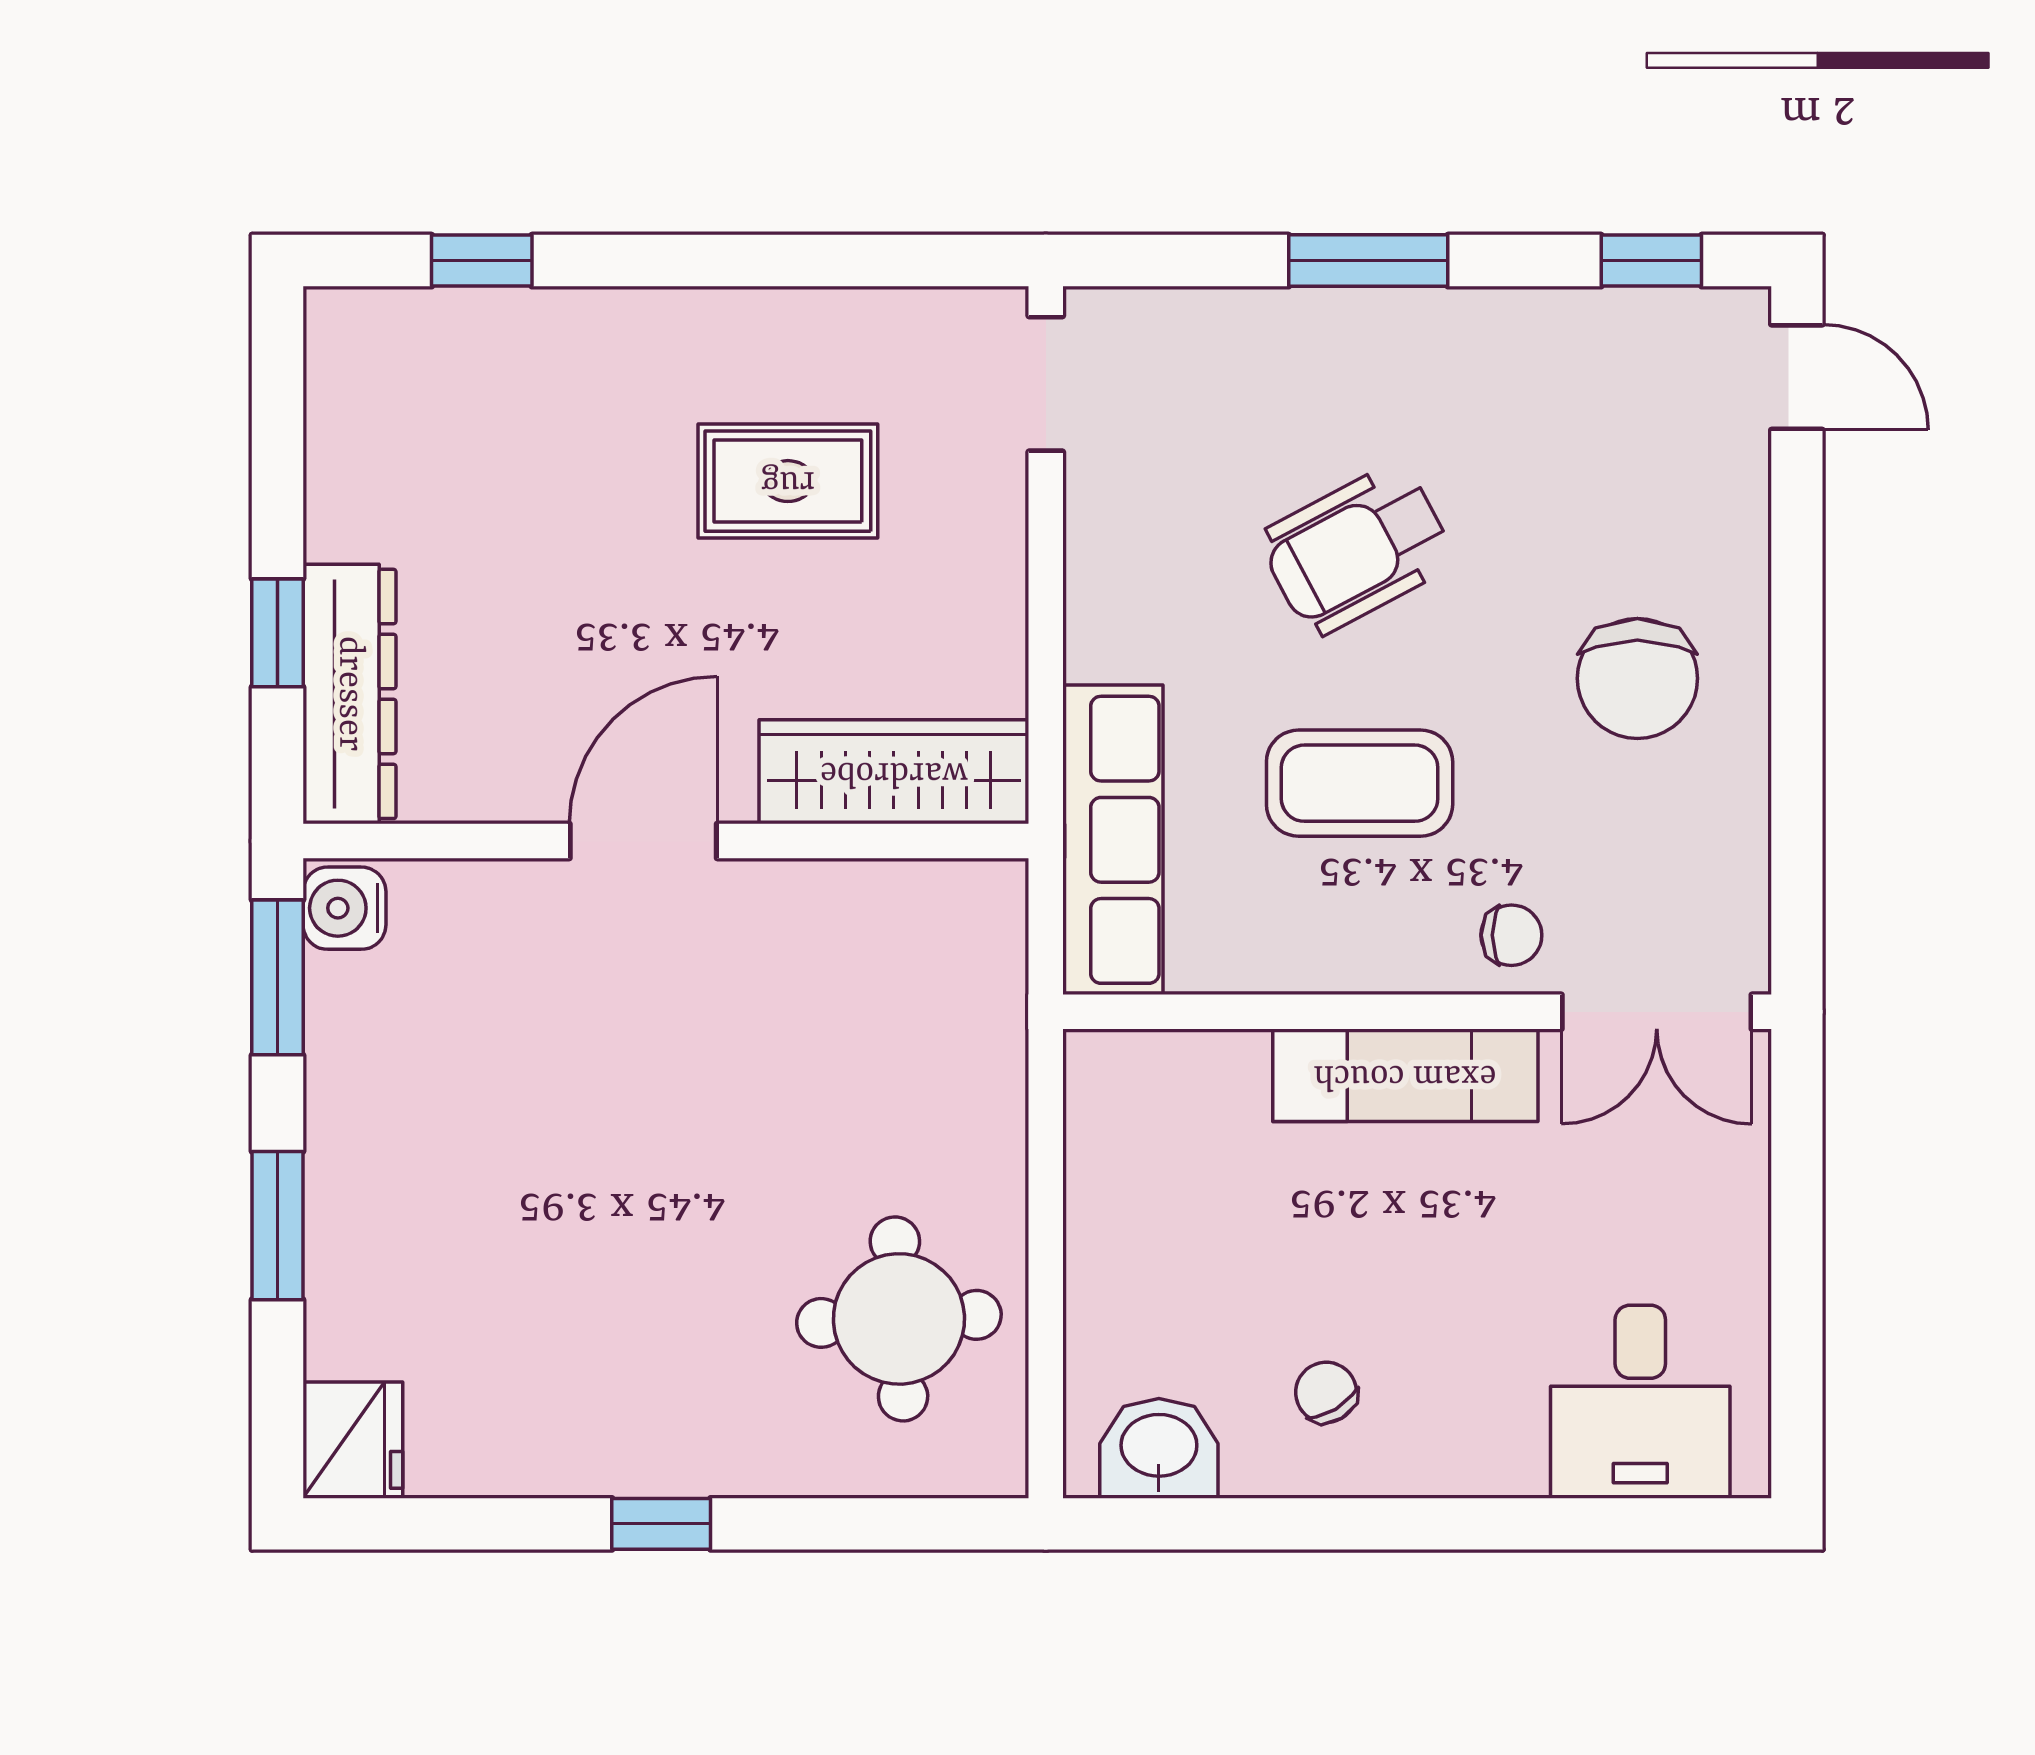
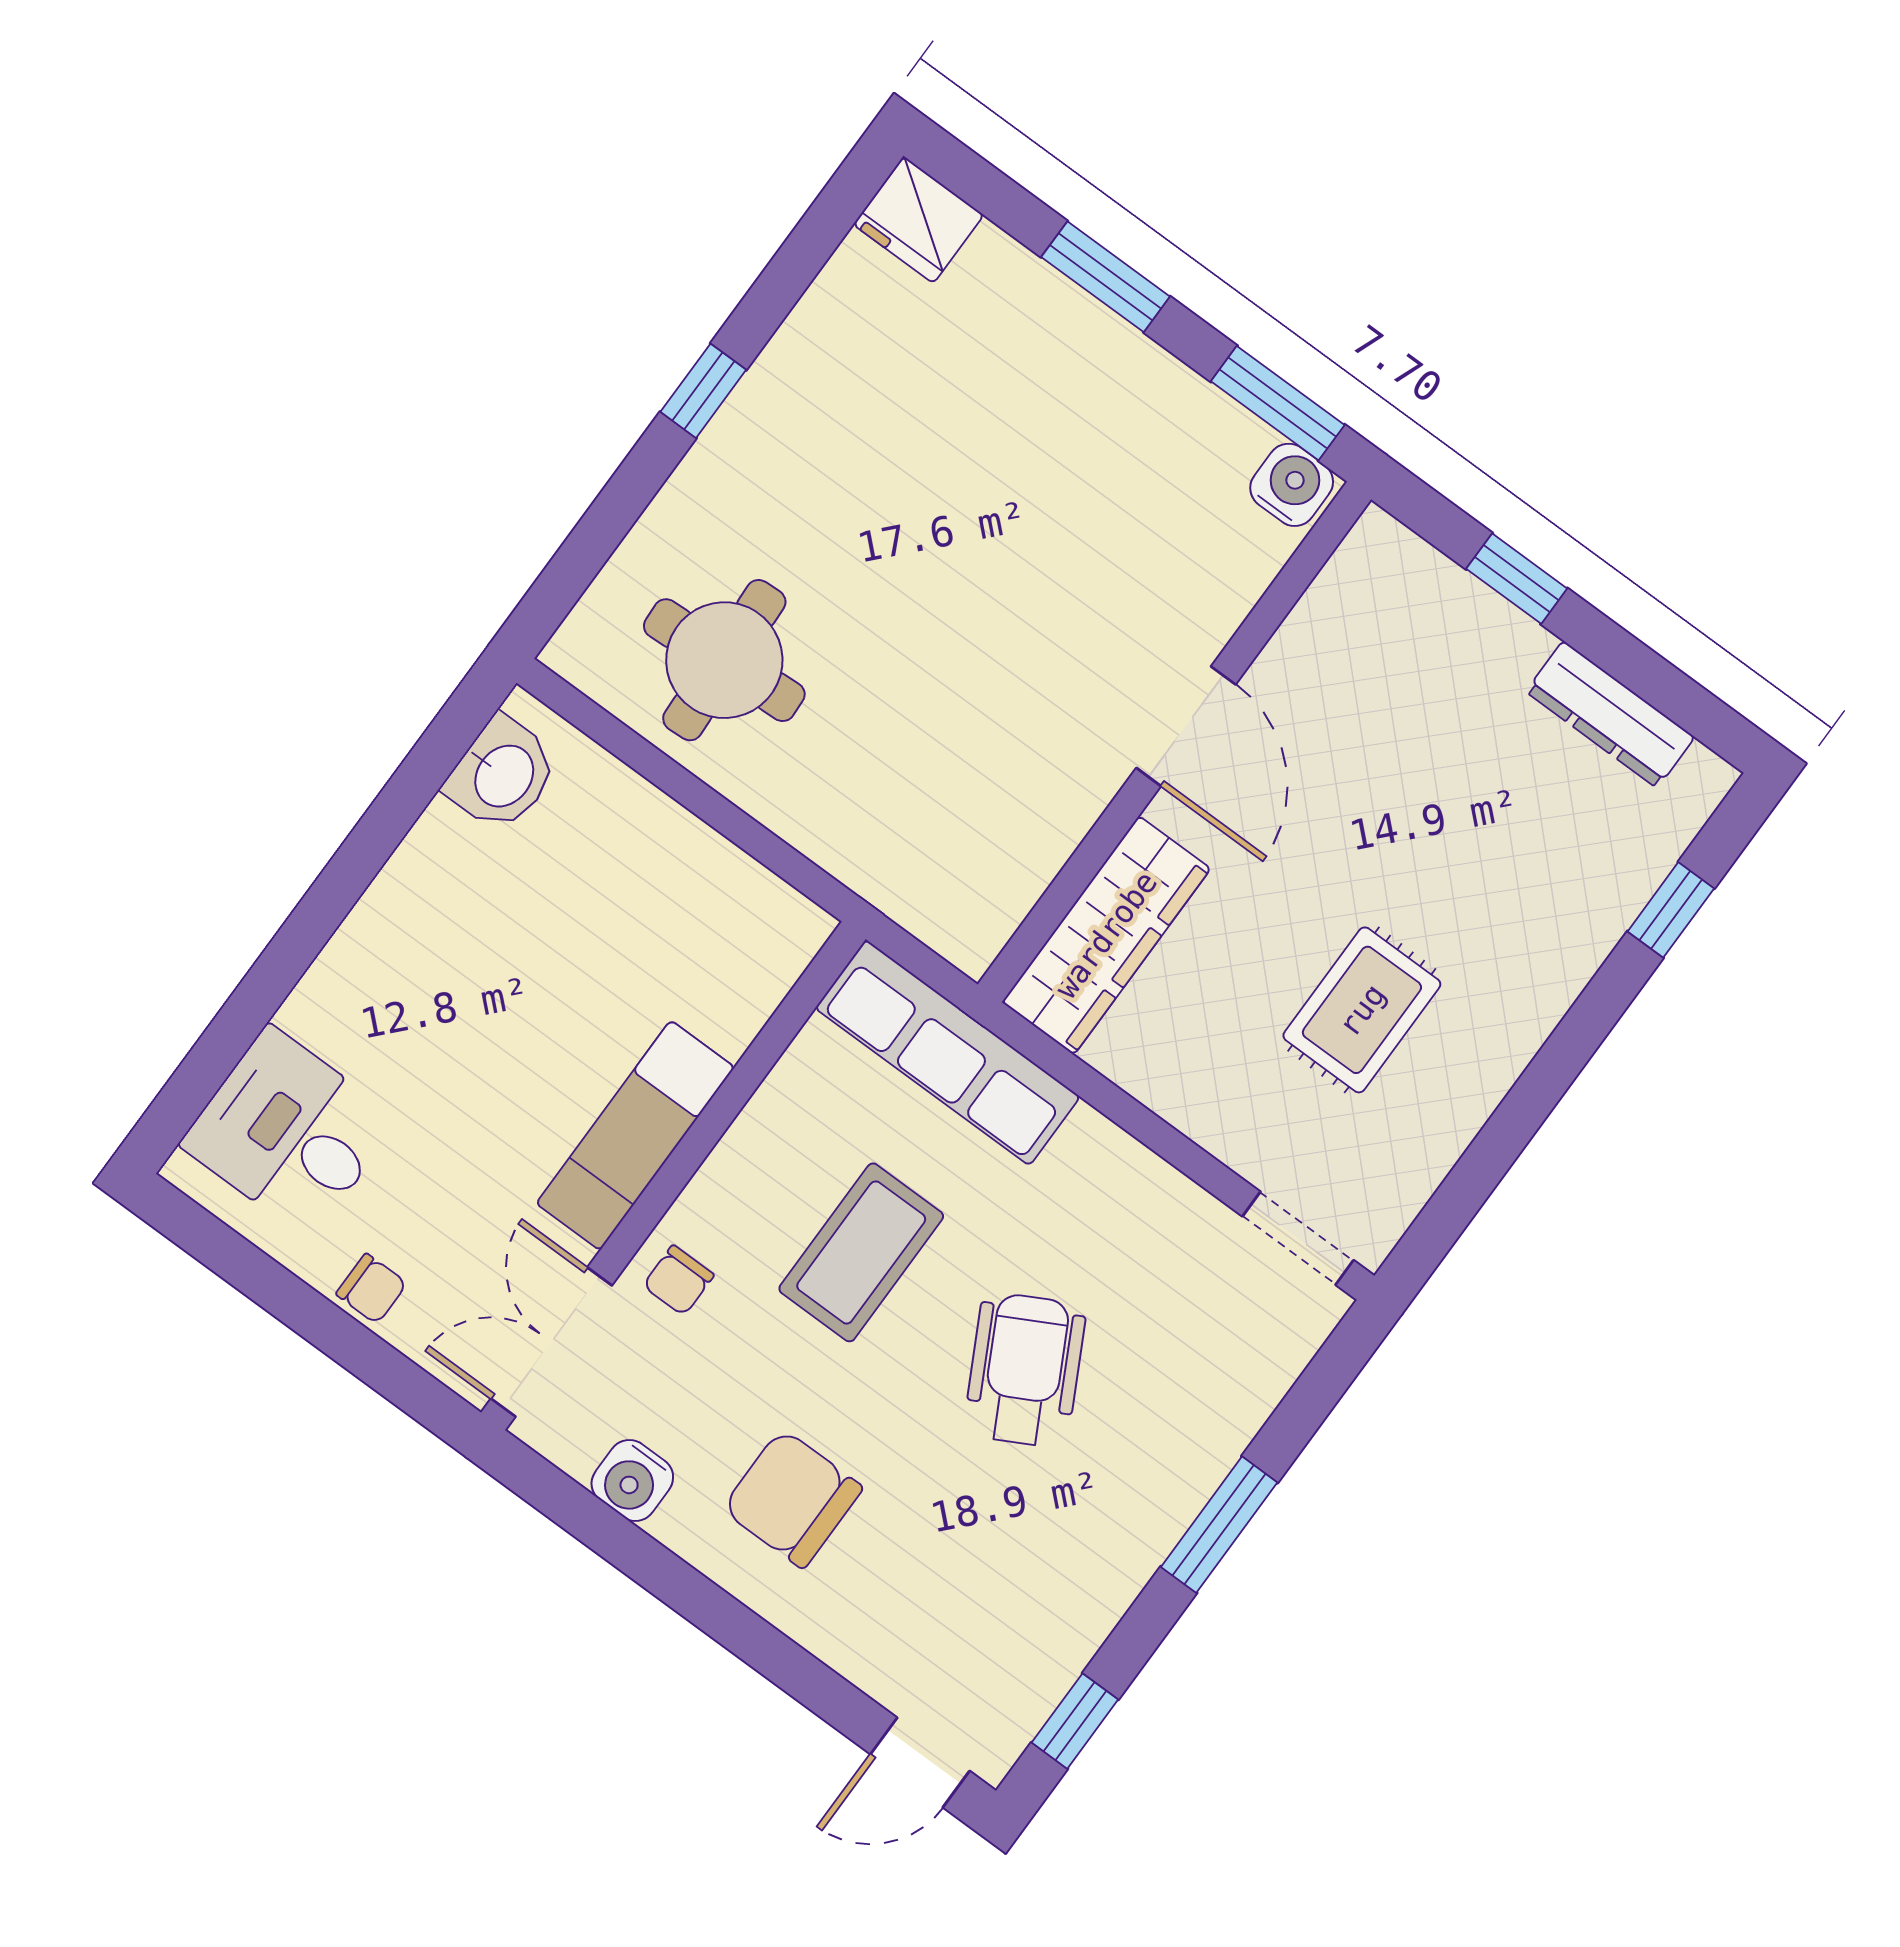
dresser: (349, 694) -> (1610, 714), moved, width x0.73, depth x0.80
water cooler: (1731, 841) -> (632, 1480), added
chair: (1326, 1392) -> (371, 1289), moved, turned 31

